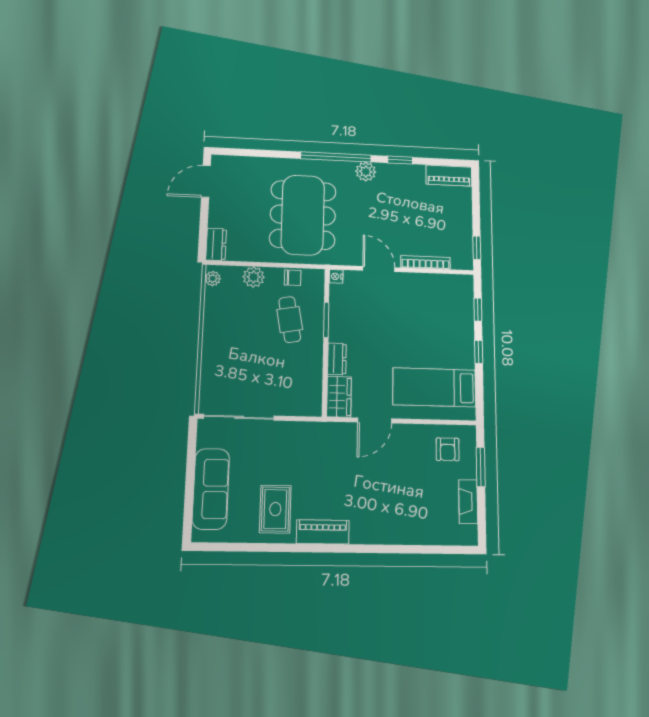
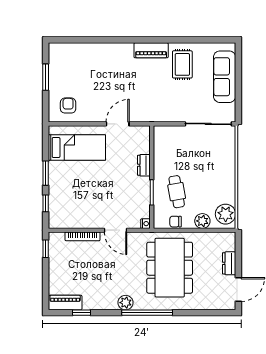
window: (400, 160) -> (82, 313), moved
dresser: (216, 244) -> (229, 263), moved
plant: (213, 279) -> (226, 214), width x1.87, depth x1.87
window: (479, 352) -> (46, 173), width x1.50
wardrobe: (339, 397) -> (142, 139), removed
window: (481, 467) -> (46, 77), moved
fireplace: (468, 502) -> (55, 71), removed

